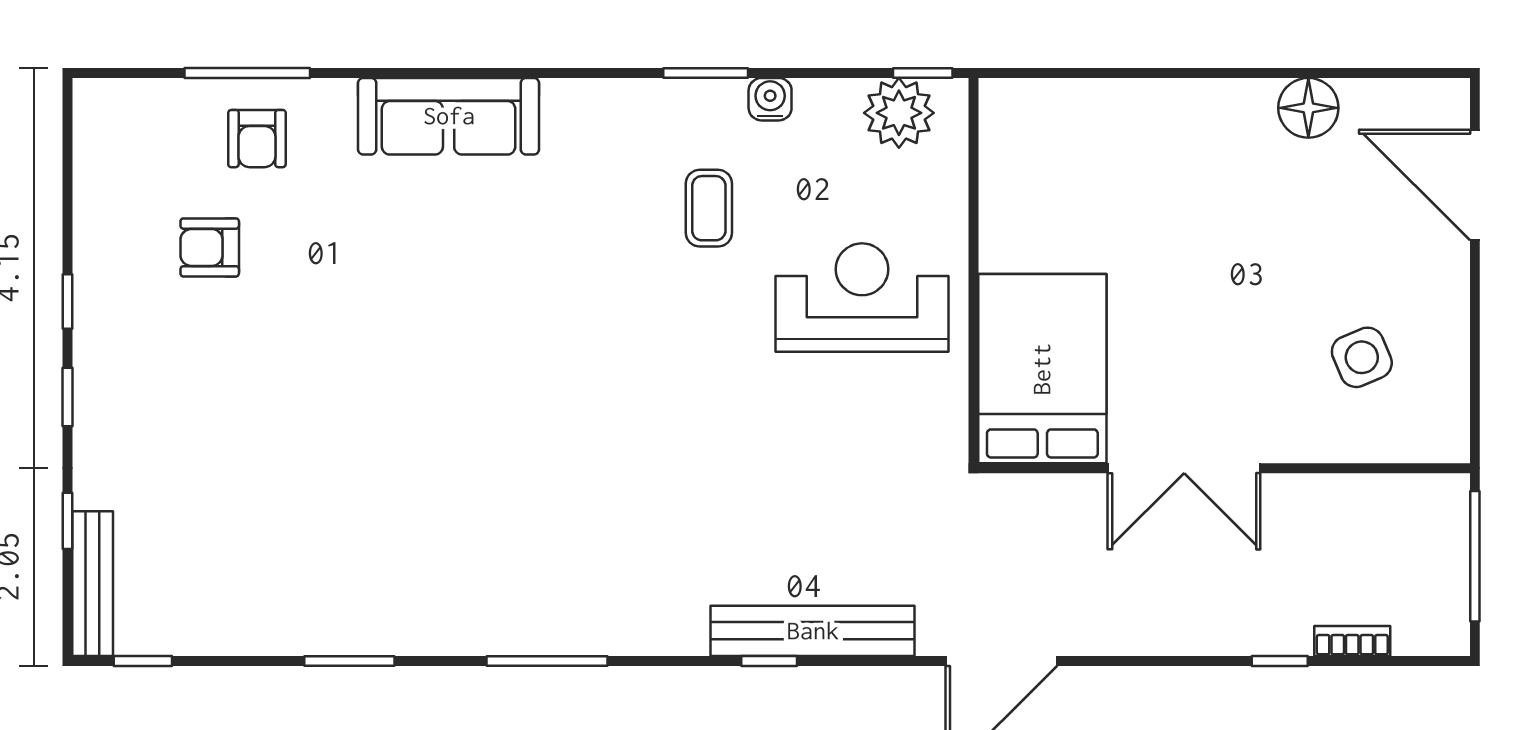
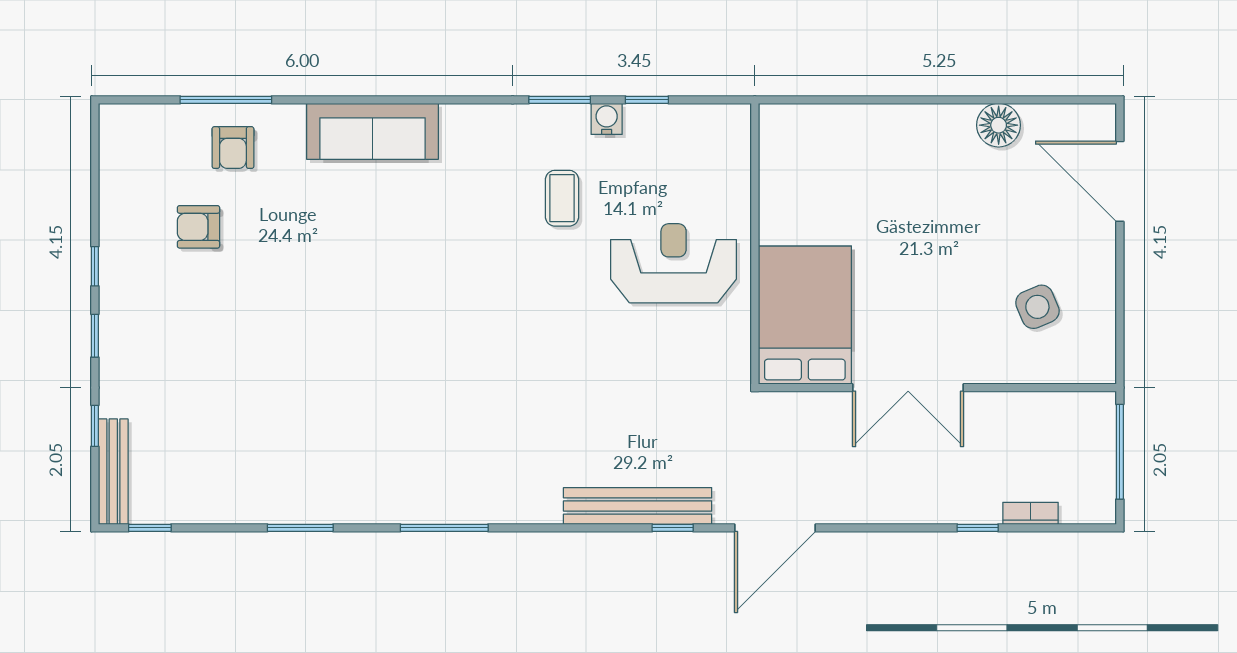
window: (923, 73) -> (647, 100), moved
plant: (899, 113) -> (700, 129), removed
window: (769, 661) -> (673, 528), moved

